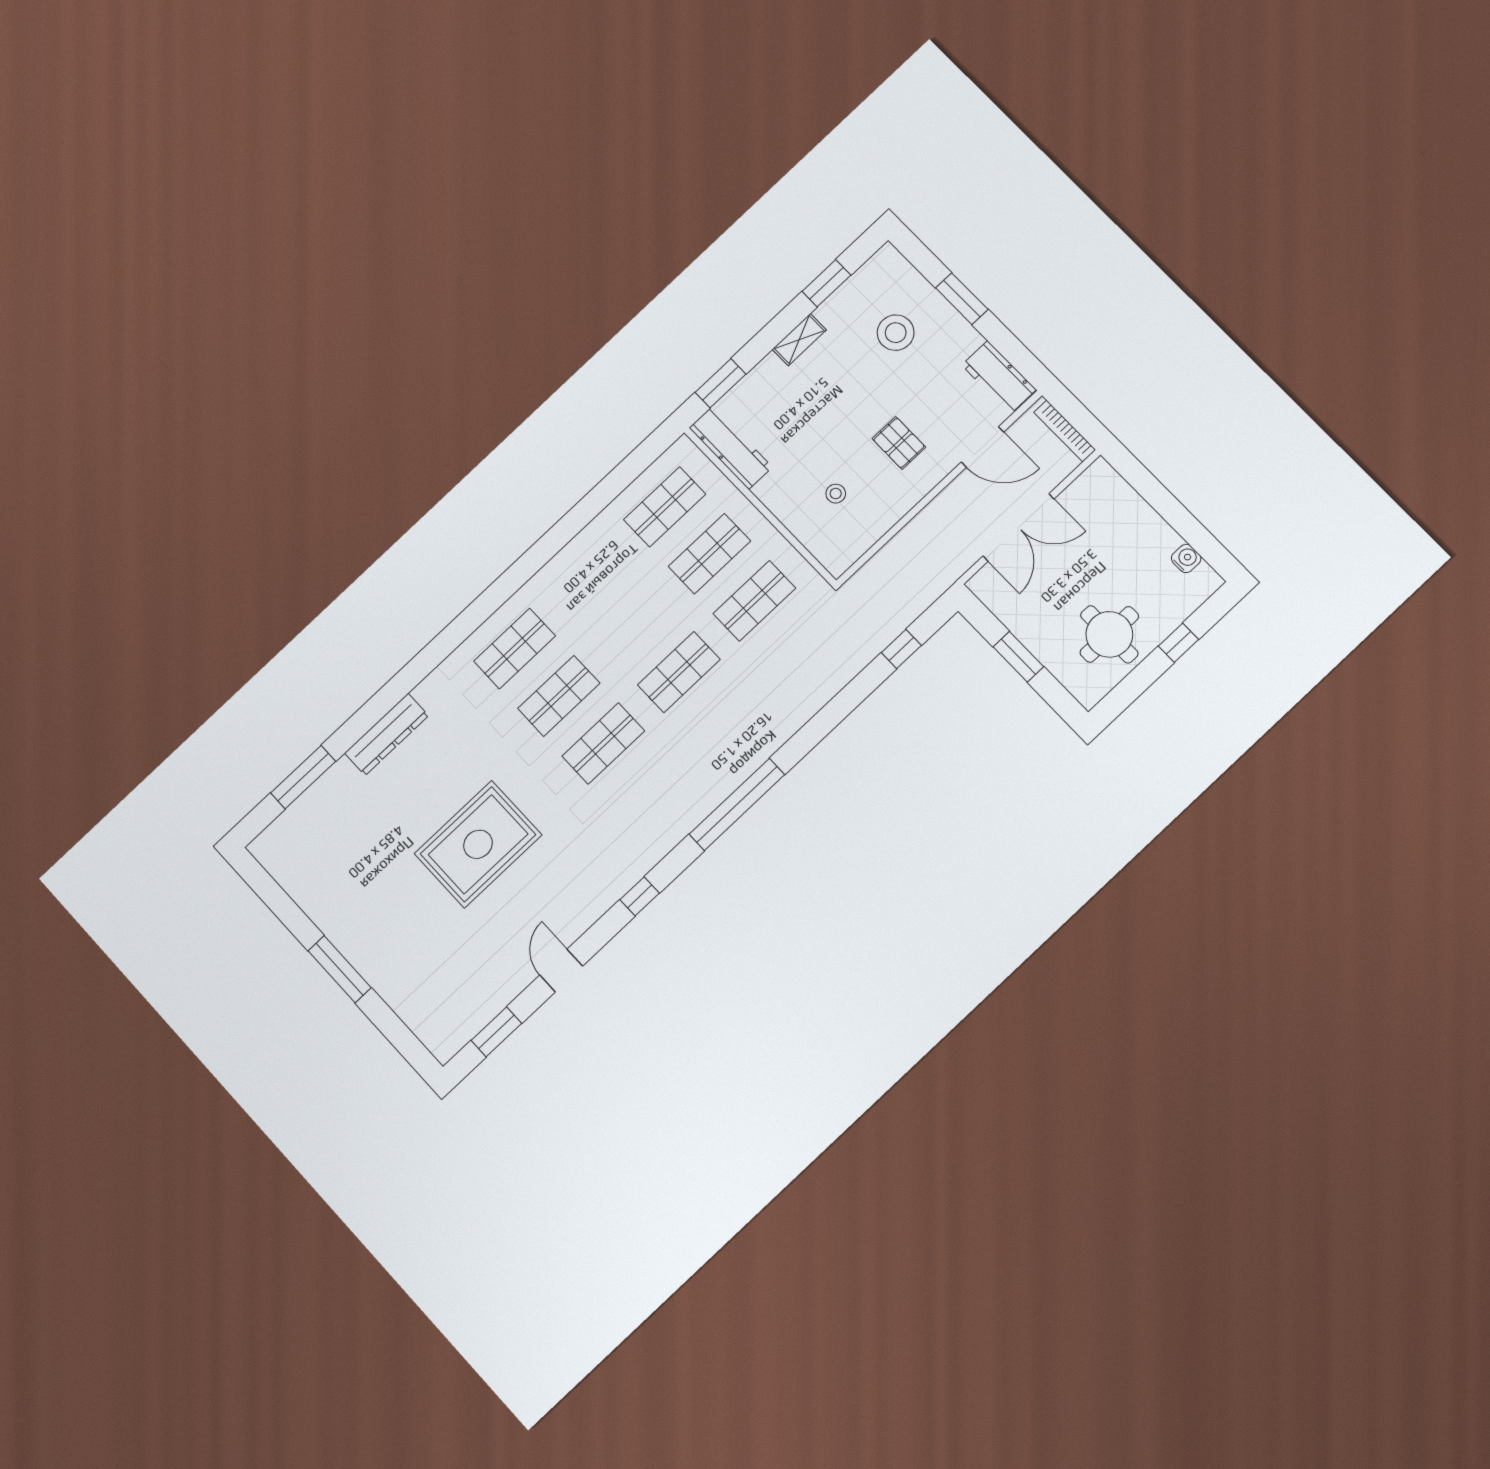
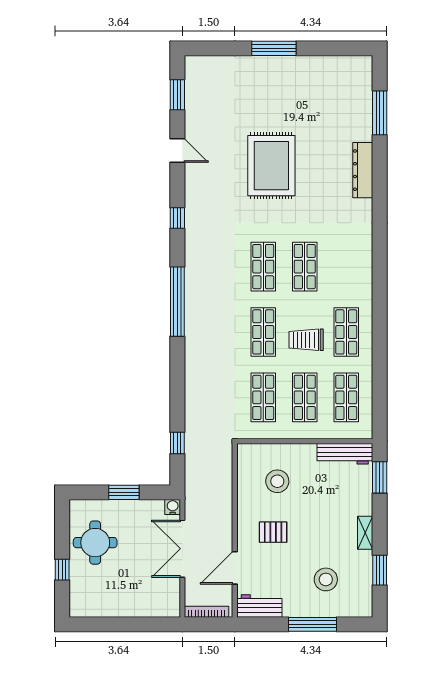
window: (962, 299) -> (312, 624), width x1.44
stool: (836, 494) -> (277, 481), width x1.89, depth x1.89
water cooler: (1186, 558) -> (173, 507), moved, turned 180
trolley: (642, 615) -> (306, 340), added
shop shelf: (515, 649) -> (346, 332), moved

